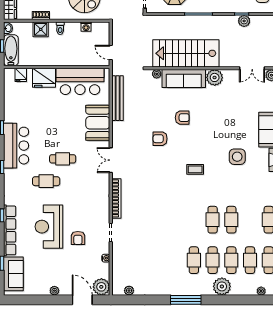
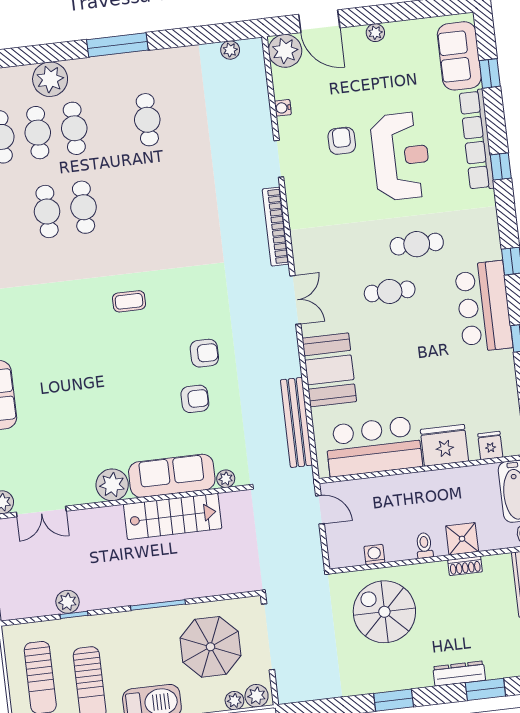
stairs: (186, 53) -> (173, 516), width x0.73, depth x0.66
double door: (252, 68) -> (41, 512), swing flipped
armchair: (182, 118) -> (195, 399), moved, turned 180
side table: (237, 157) -> (50, 336), removed
cafe table: (194, 260) -> (147, 120), moved

